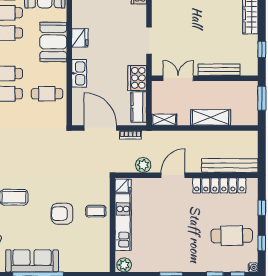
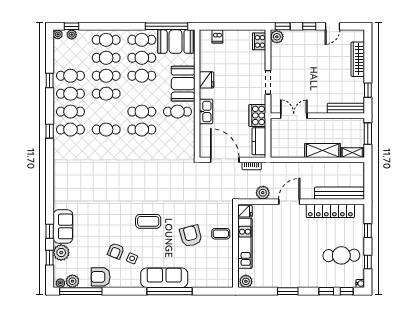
bench: (219, 70) -> (346, 108), moved
cafe table: (47, 94) -> (177, 112), moved
shelving: (164, 120) -> (352, 153), moved
armchair: (62, 214) -> (191, 236), turned 75

